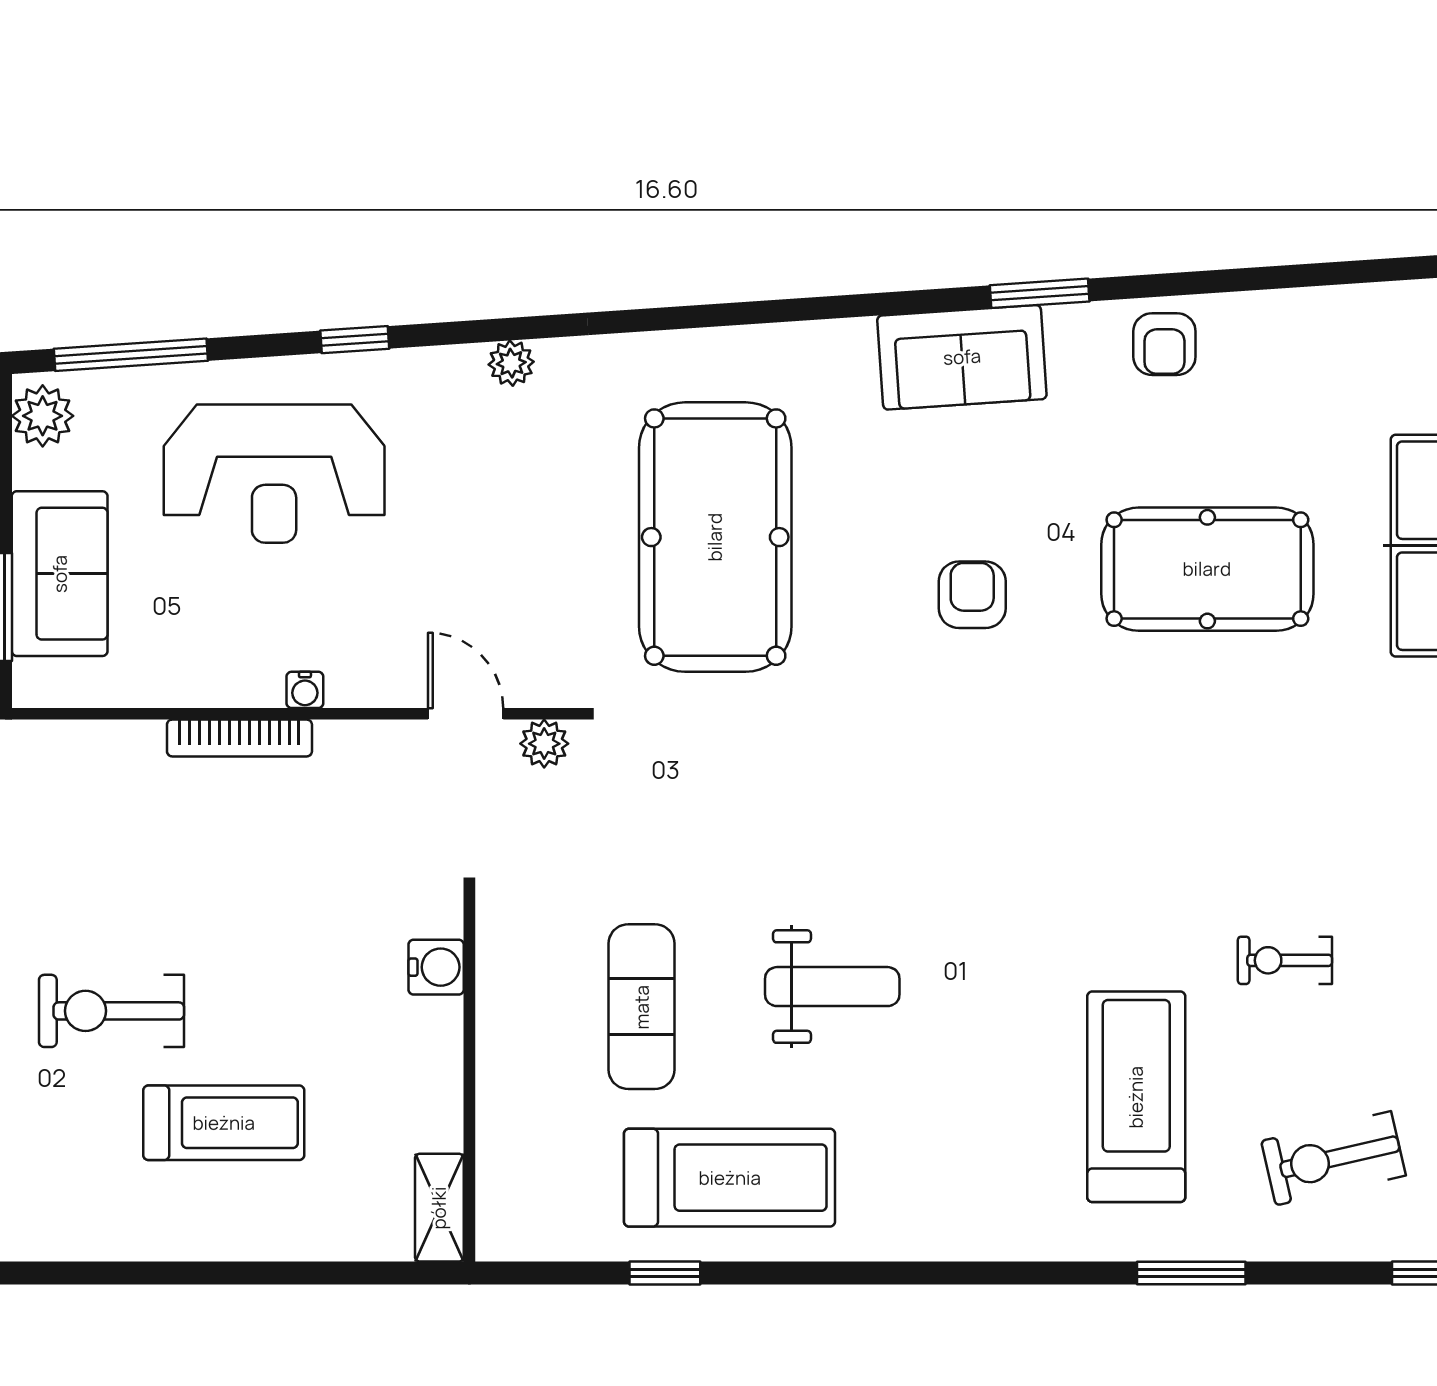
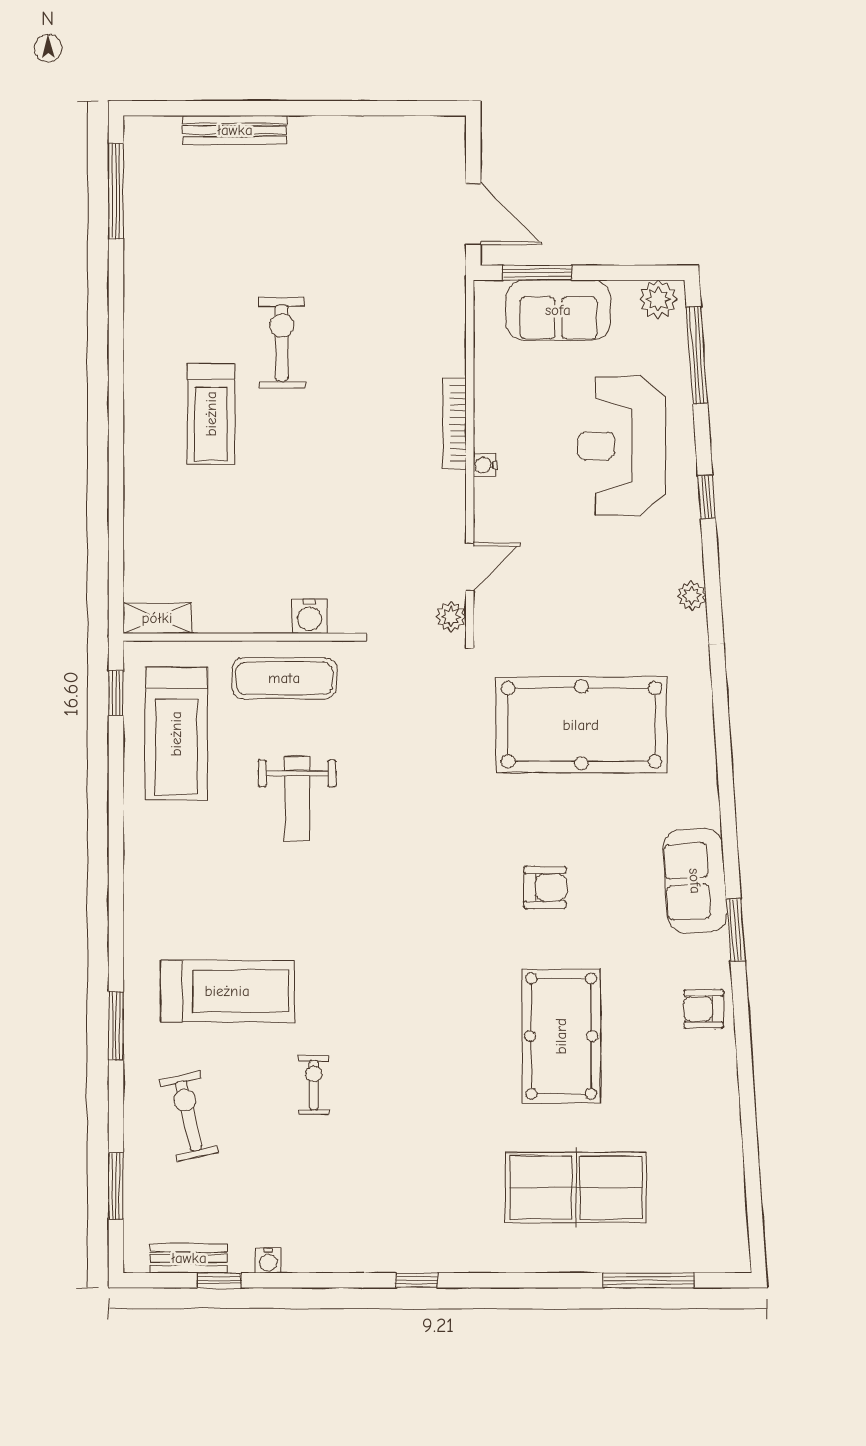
water cooler: (436, 967) -> (309, 616), moved
wall: (469, 1075) -> (241, 637), moved
shelving: (439, 1208) -> (157, 618), moved

